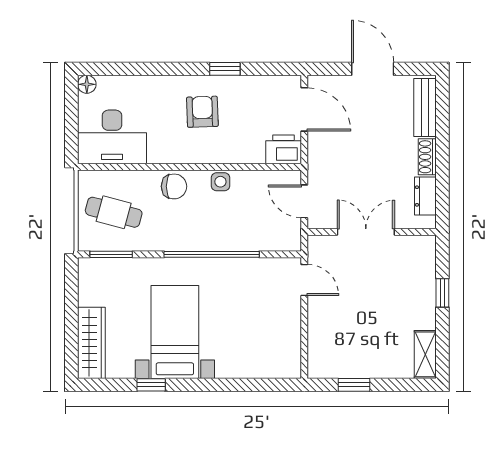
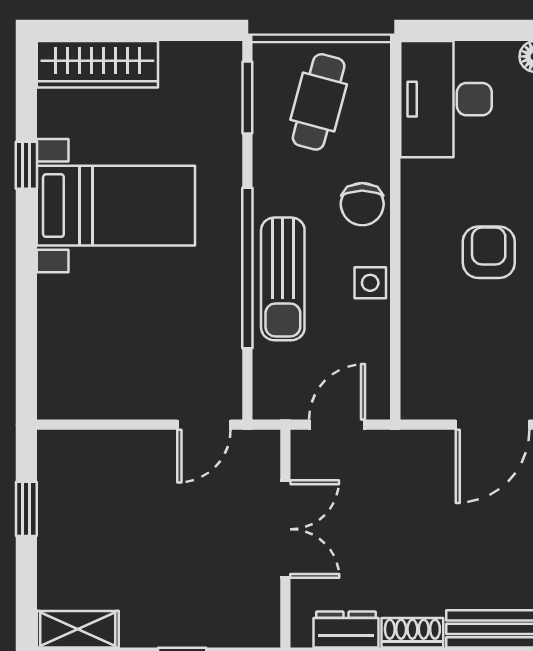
armchair: (202, 112) -> (489, 252), turned -88
printer: (284, 149) -> (425, 390), removed
sun lounger: (218, 233) -> (283, 279), added

